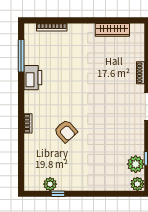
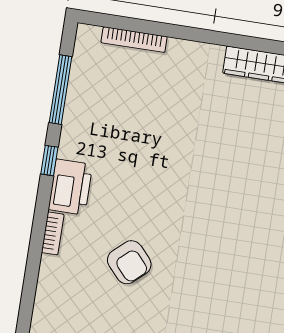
printer: (33, 78) -> (70, 187), moved
window: (21, 90) -> (49, 161), added

